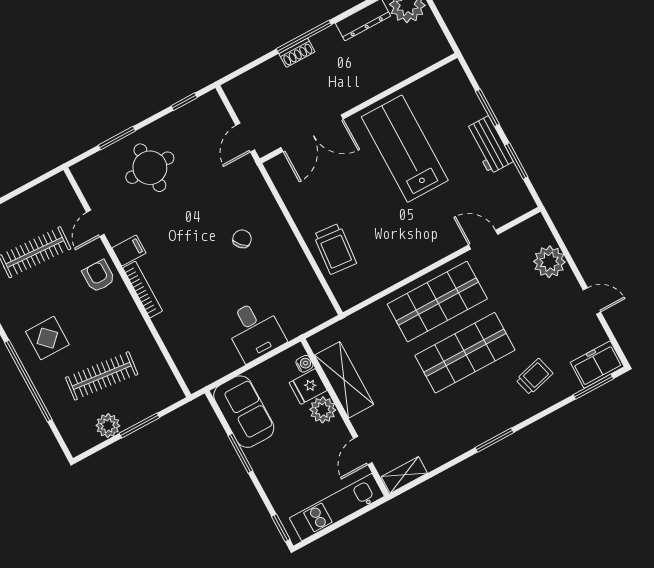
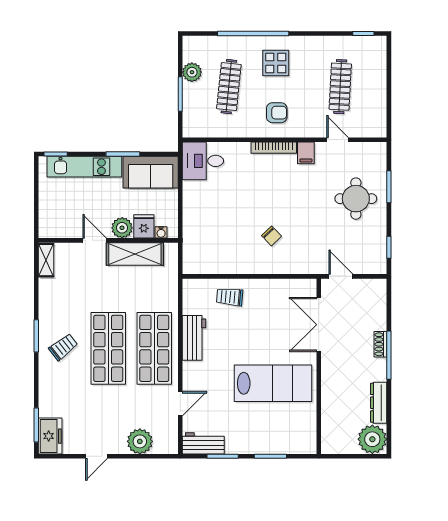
workbench: (489, 145) -> (203, 443), moved
trolley: (335, 249) -> (230, 297), width x0.73, depth x0.72
workbench: (402, 264) -> (194, 338), added
armchair: (99, 276) -> (277, 113), moved
desk: (255, 331) -> (203, 161), moved
trolley: (534, 377) -> (63, 347), moved, turned -113
door: (363, 451) -> (95, 240), moved
kitchen unit: (337, 507) -> (84, 167), moved, turned 90

